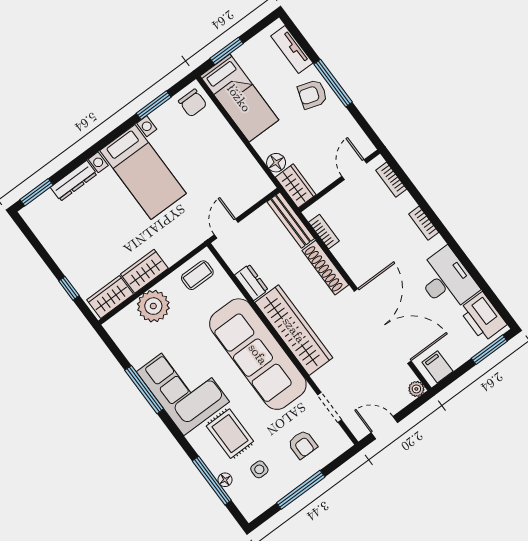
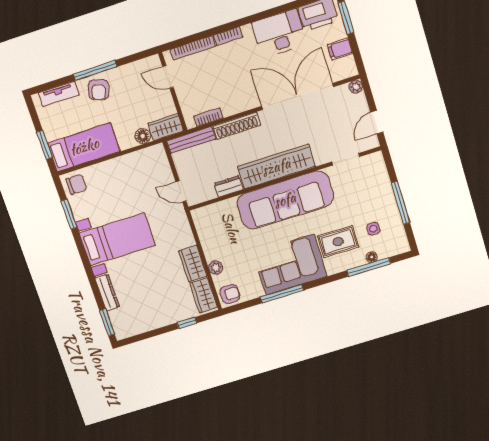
bookcase: (391, 180) -> (193, 48), width x1.56
coffee table: (197, 275) -> (209, 225), removed
plant: (153, 306) -> (216, 268), width x0.53, depth x0.53
filing cabinet: (437, 367) -> (340, 49), moved
armchair: (303, 444) -> (230, 294), moved

